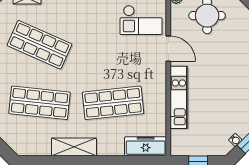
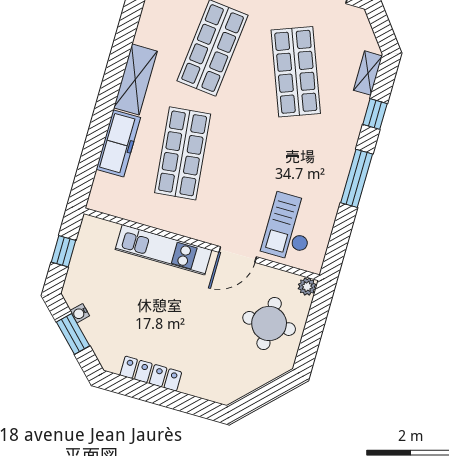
shop shelf: (39, 45) -> (296, 72), turned -45
freezer: (146, 146) -> (118, 143), moved

